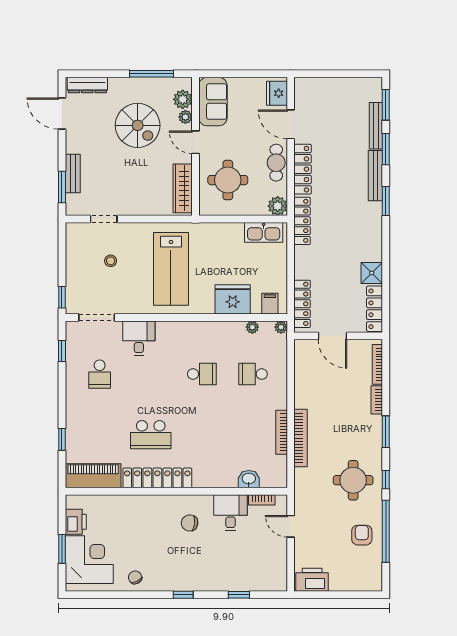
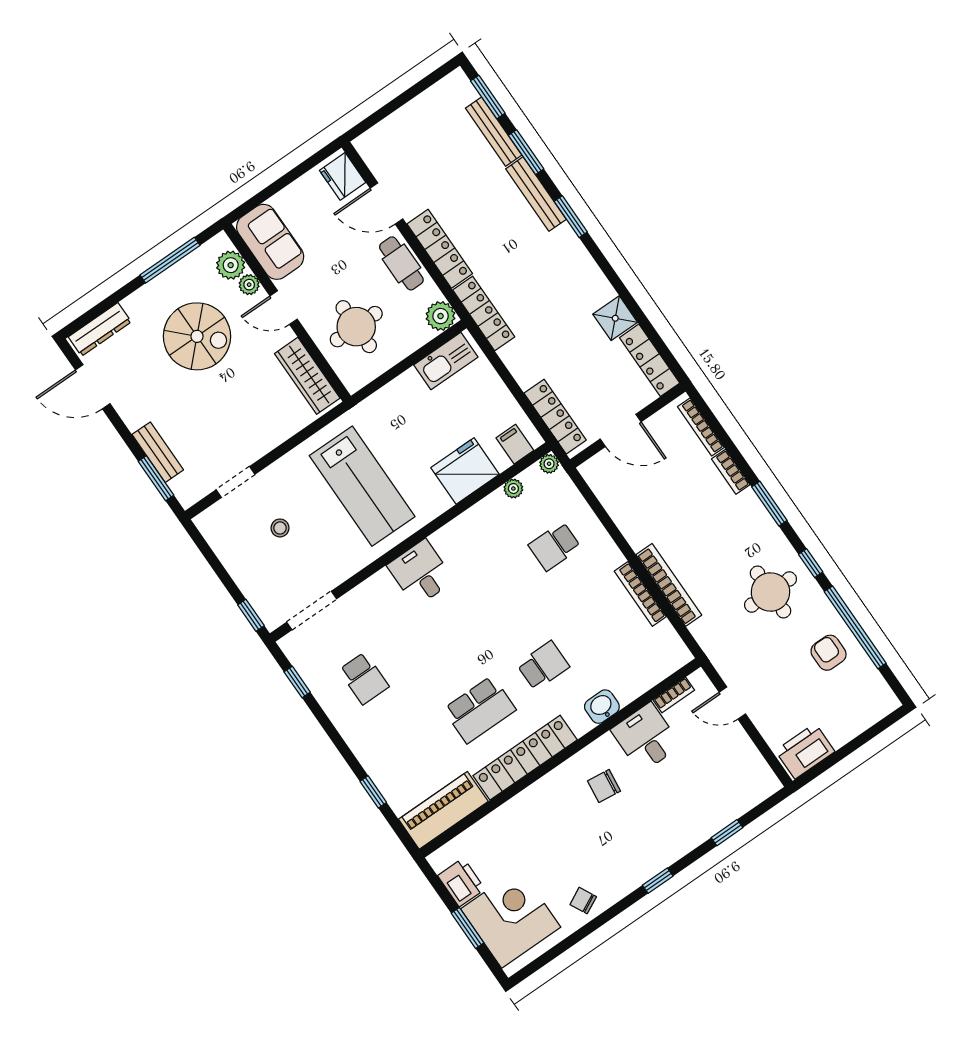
desk: (139, 338) -> (421, 573), moved
school desk: (202, 374) -> (543, 666), moved
washbasin: (249, 479) -> (602, 707), moved

